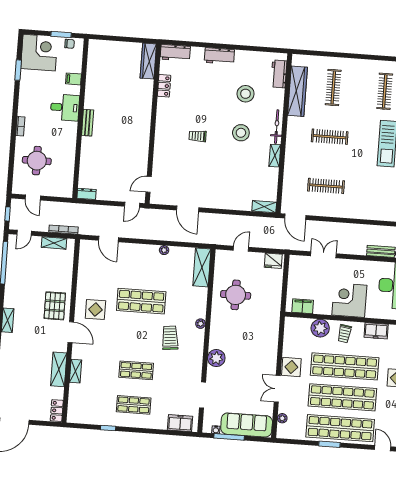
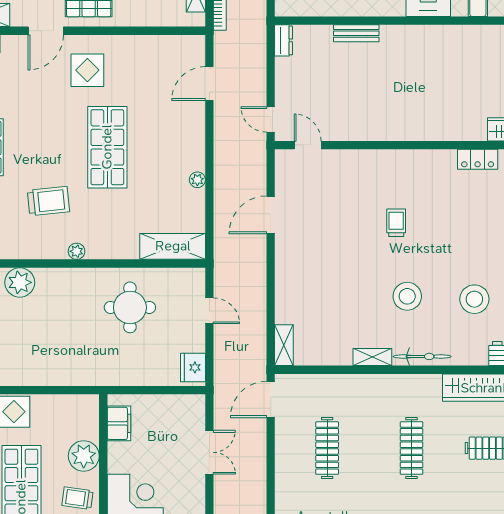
bench: (88, 123) -> (356, 33), moved

